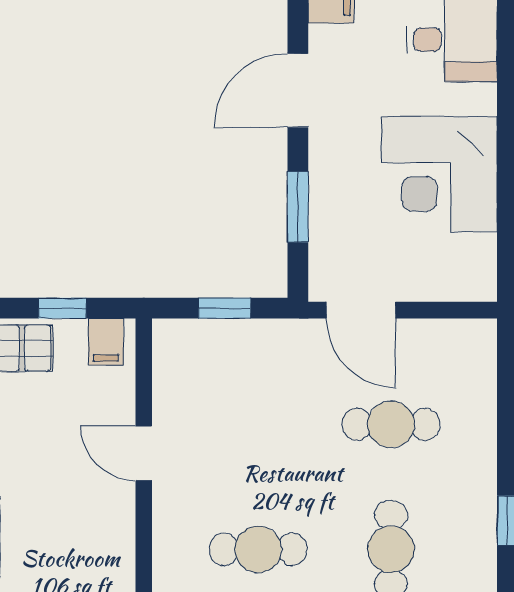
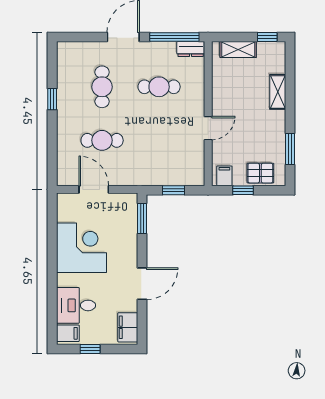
window: (298, 207) -> (142, 218), moved
door: (361, 310) -> (94, 189), moved
door: (144, 453) -> (208, 128), hinge flipped

